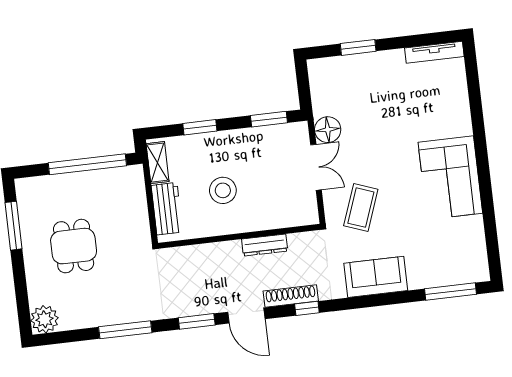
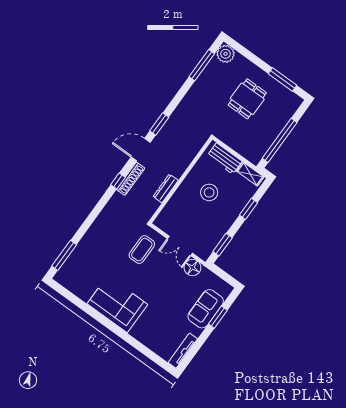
coffee table: (361, 208) -> (142, 250), turned 70
dining table: (74, 246) -> (247, 99), turned 90
sofa: (376, 277) -> (206, 309), moved, turned 180
window: (125, 330) -> (202, 65), moved

